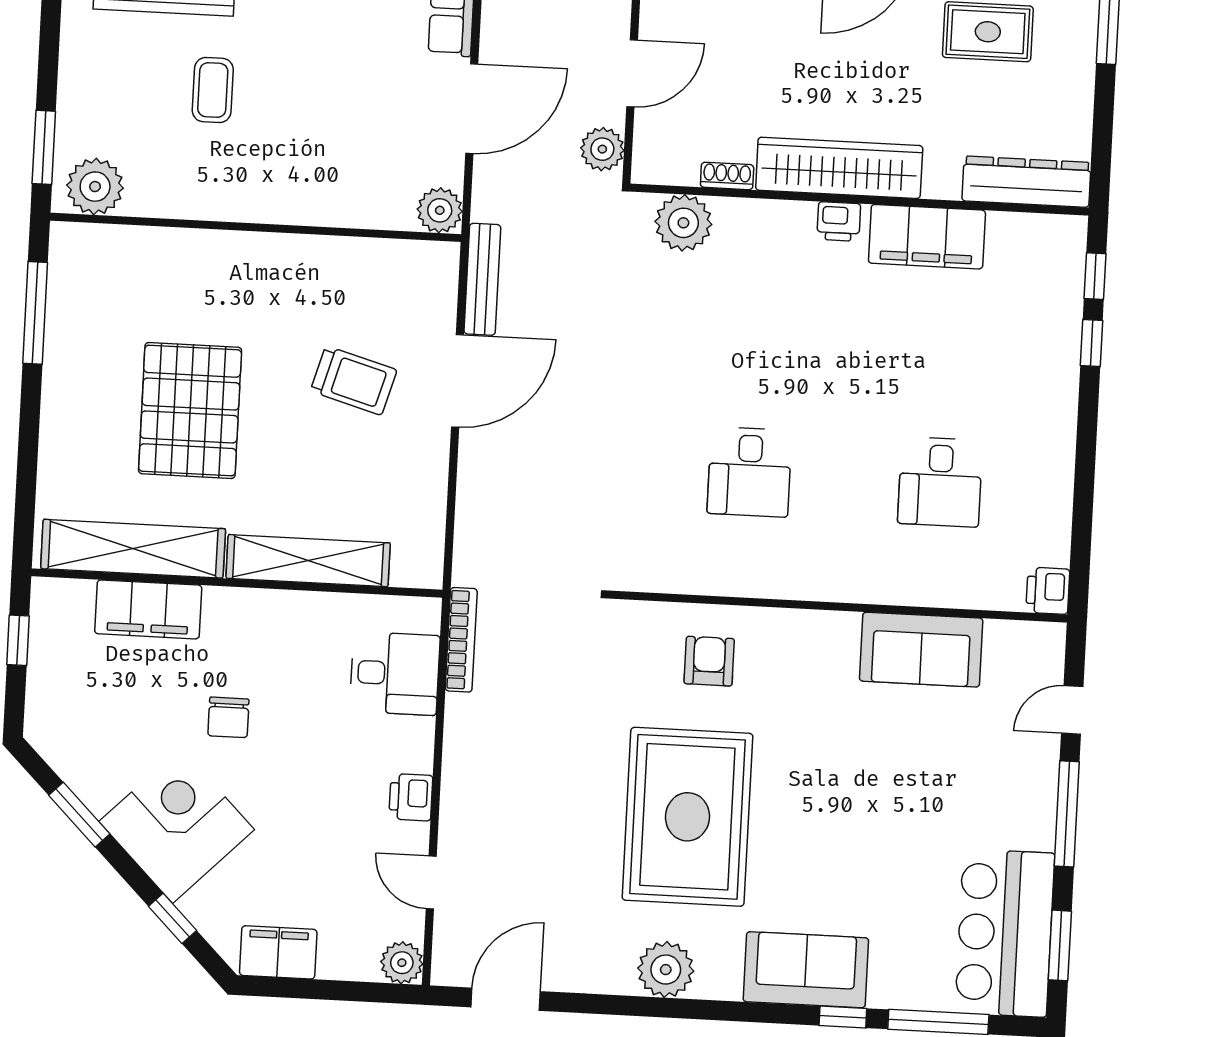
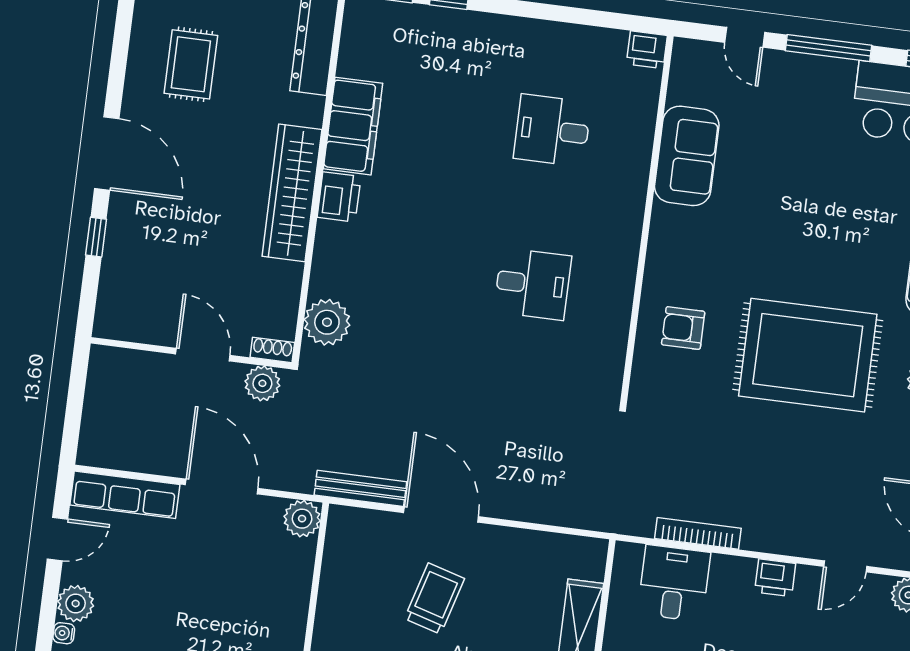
shoe rack: (727, 176) -> (272, 350), moved, turned 90
printer: (839, 221) -> (339, 197), width x1.36, depth x1.24
desk: (940, 482) -> (552, 130), turned 180
bookcase: (461, 640) -> (698, 533), moved

